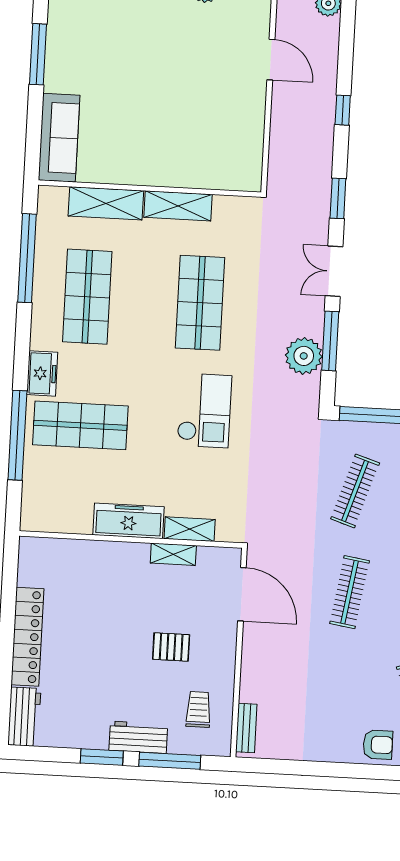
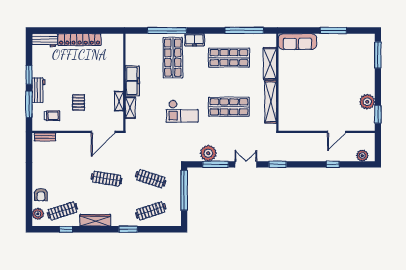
window: (343, 110) -> (333, 164), moved
shelving: (178, 206) -> (271, 102), width x1.47

